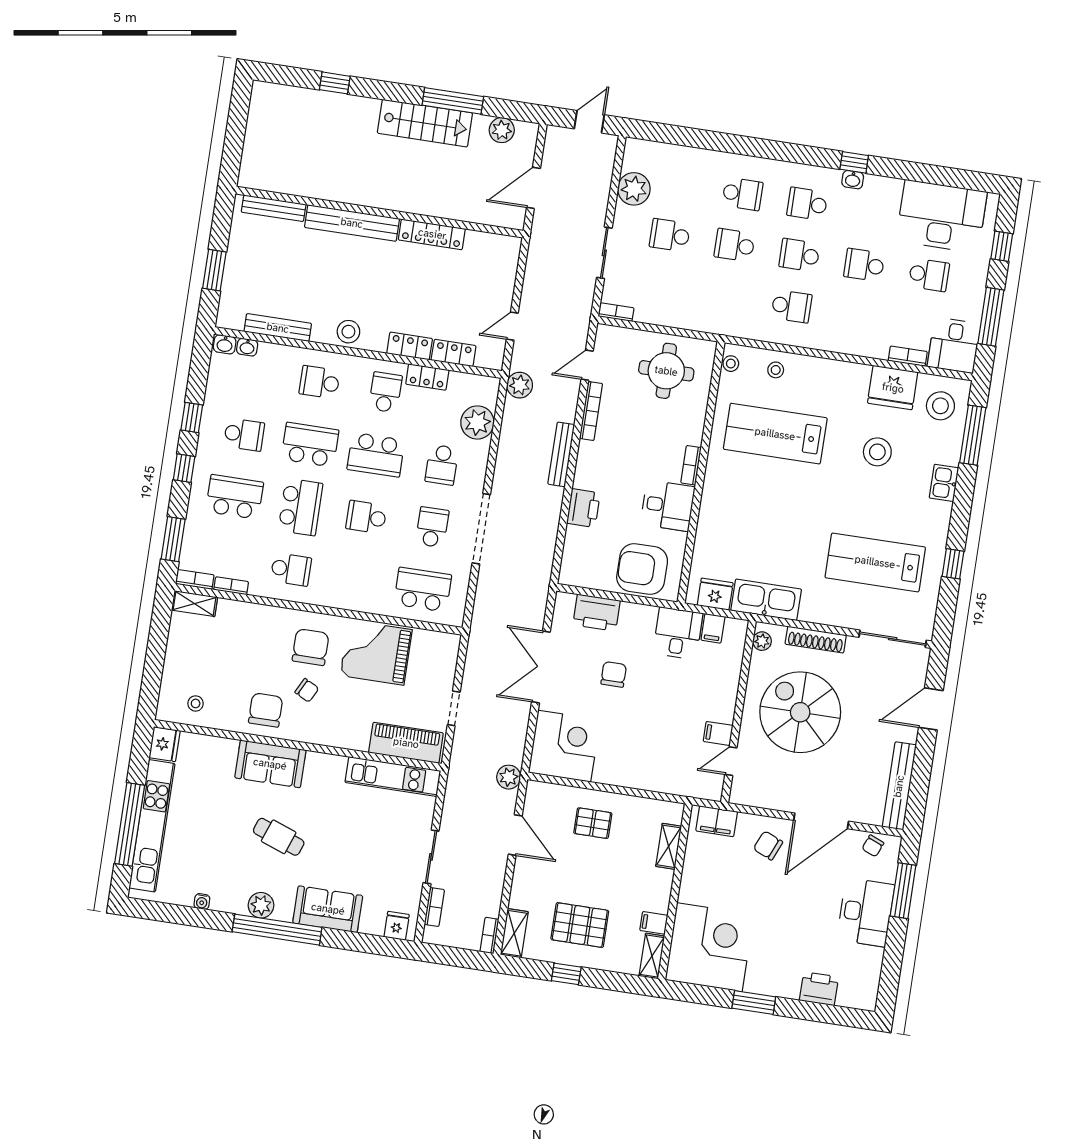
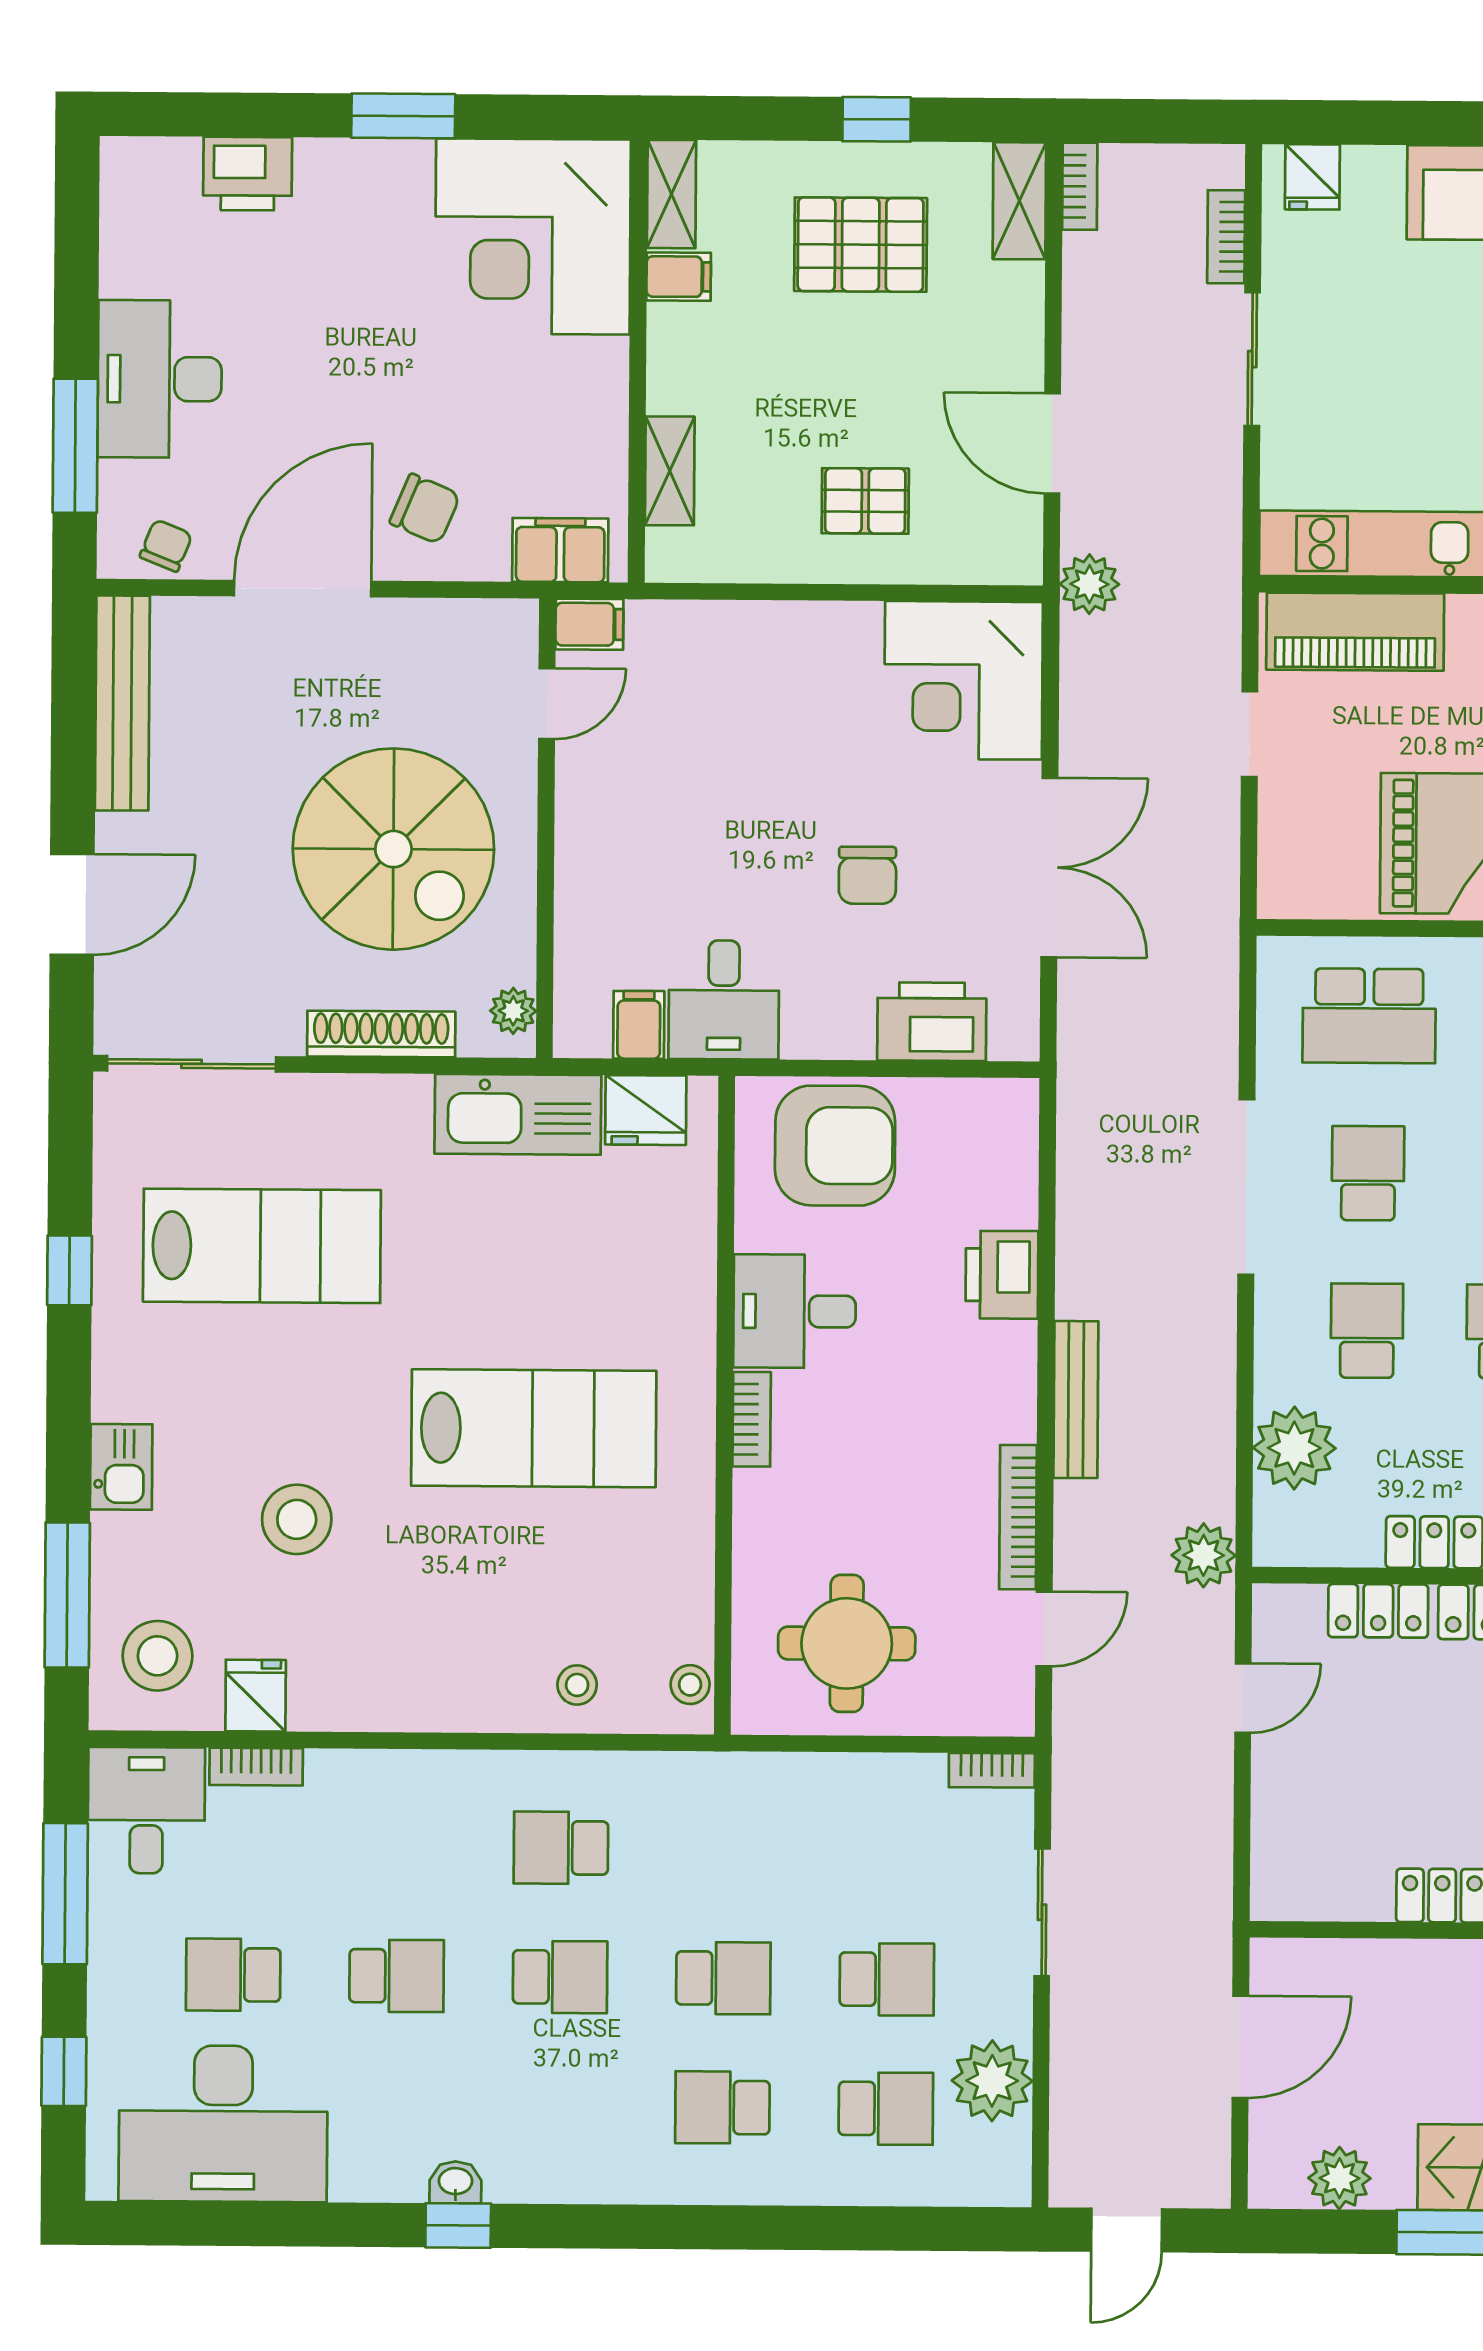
school desk: (807, 204) -> (886, 2109), moved
fridge: (893, 388) -> (256, 1696), width x0.53, depth x0.75
lab bench: (775, 434) -> (534, 1428), moved
school desk: (432, 527) -> (1368, 1173), turned 180
filing cabinet: (718, 733) -> (589, 624), moved

